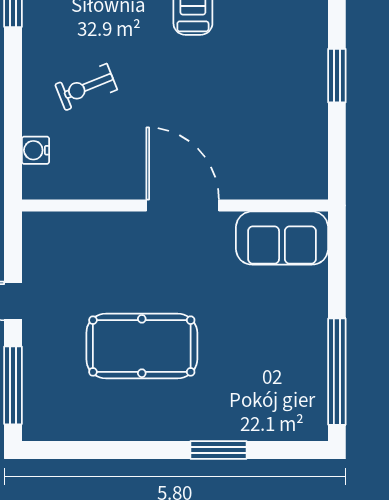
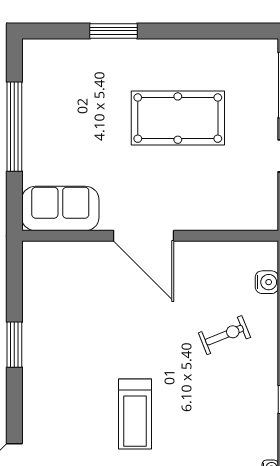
window: (337, 372) -> (14, 127), moved

